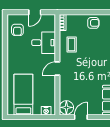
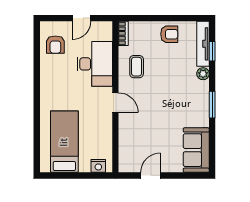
desk: (44, 43) -> (95, 64), width x1.37
door: (57, 69) -> (115, 103), swing flipped
floor lamp: (66, 107) -> (129, 161), removed

